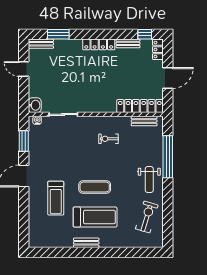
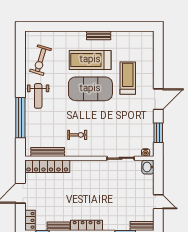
bench: (144, 121) -> (48, 152), width x1.36
weight bench: (149, 180) -> (38, 96), turned 180
exercise mat: (95, 187) -> (90, 89), width x2.00, depth x1.45

